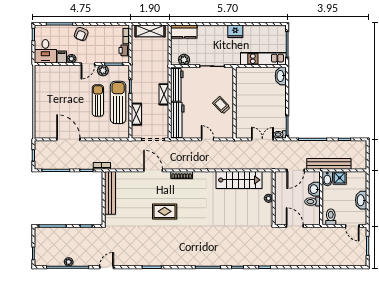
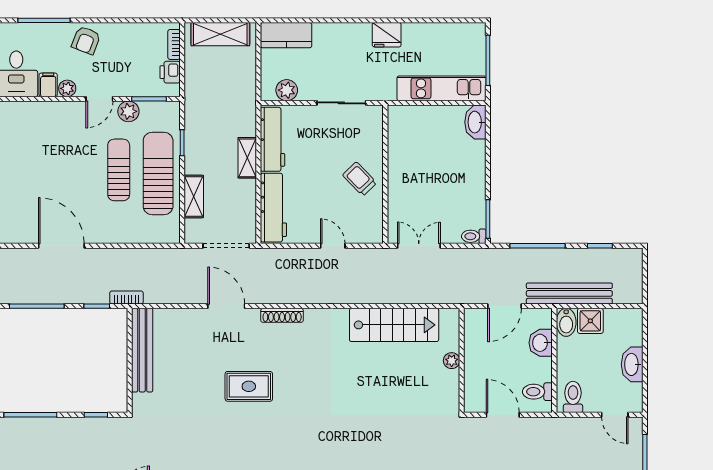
double door: (262, 139) -> (419, 246), moved
toilet: (313, 202) -> (537, 392), moved

